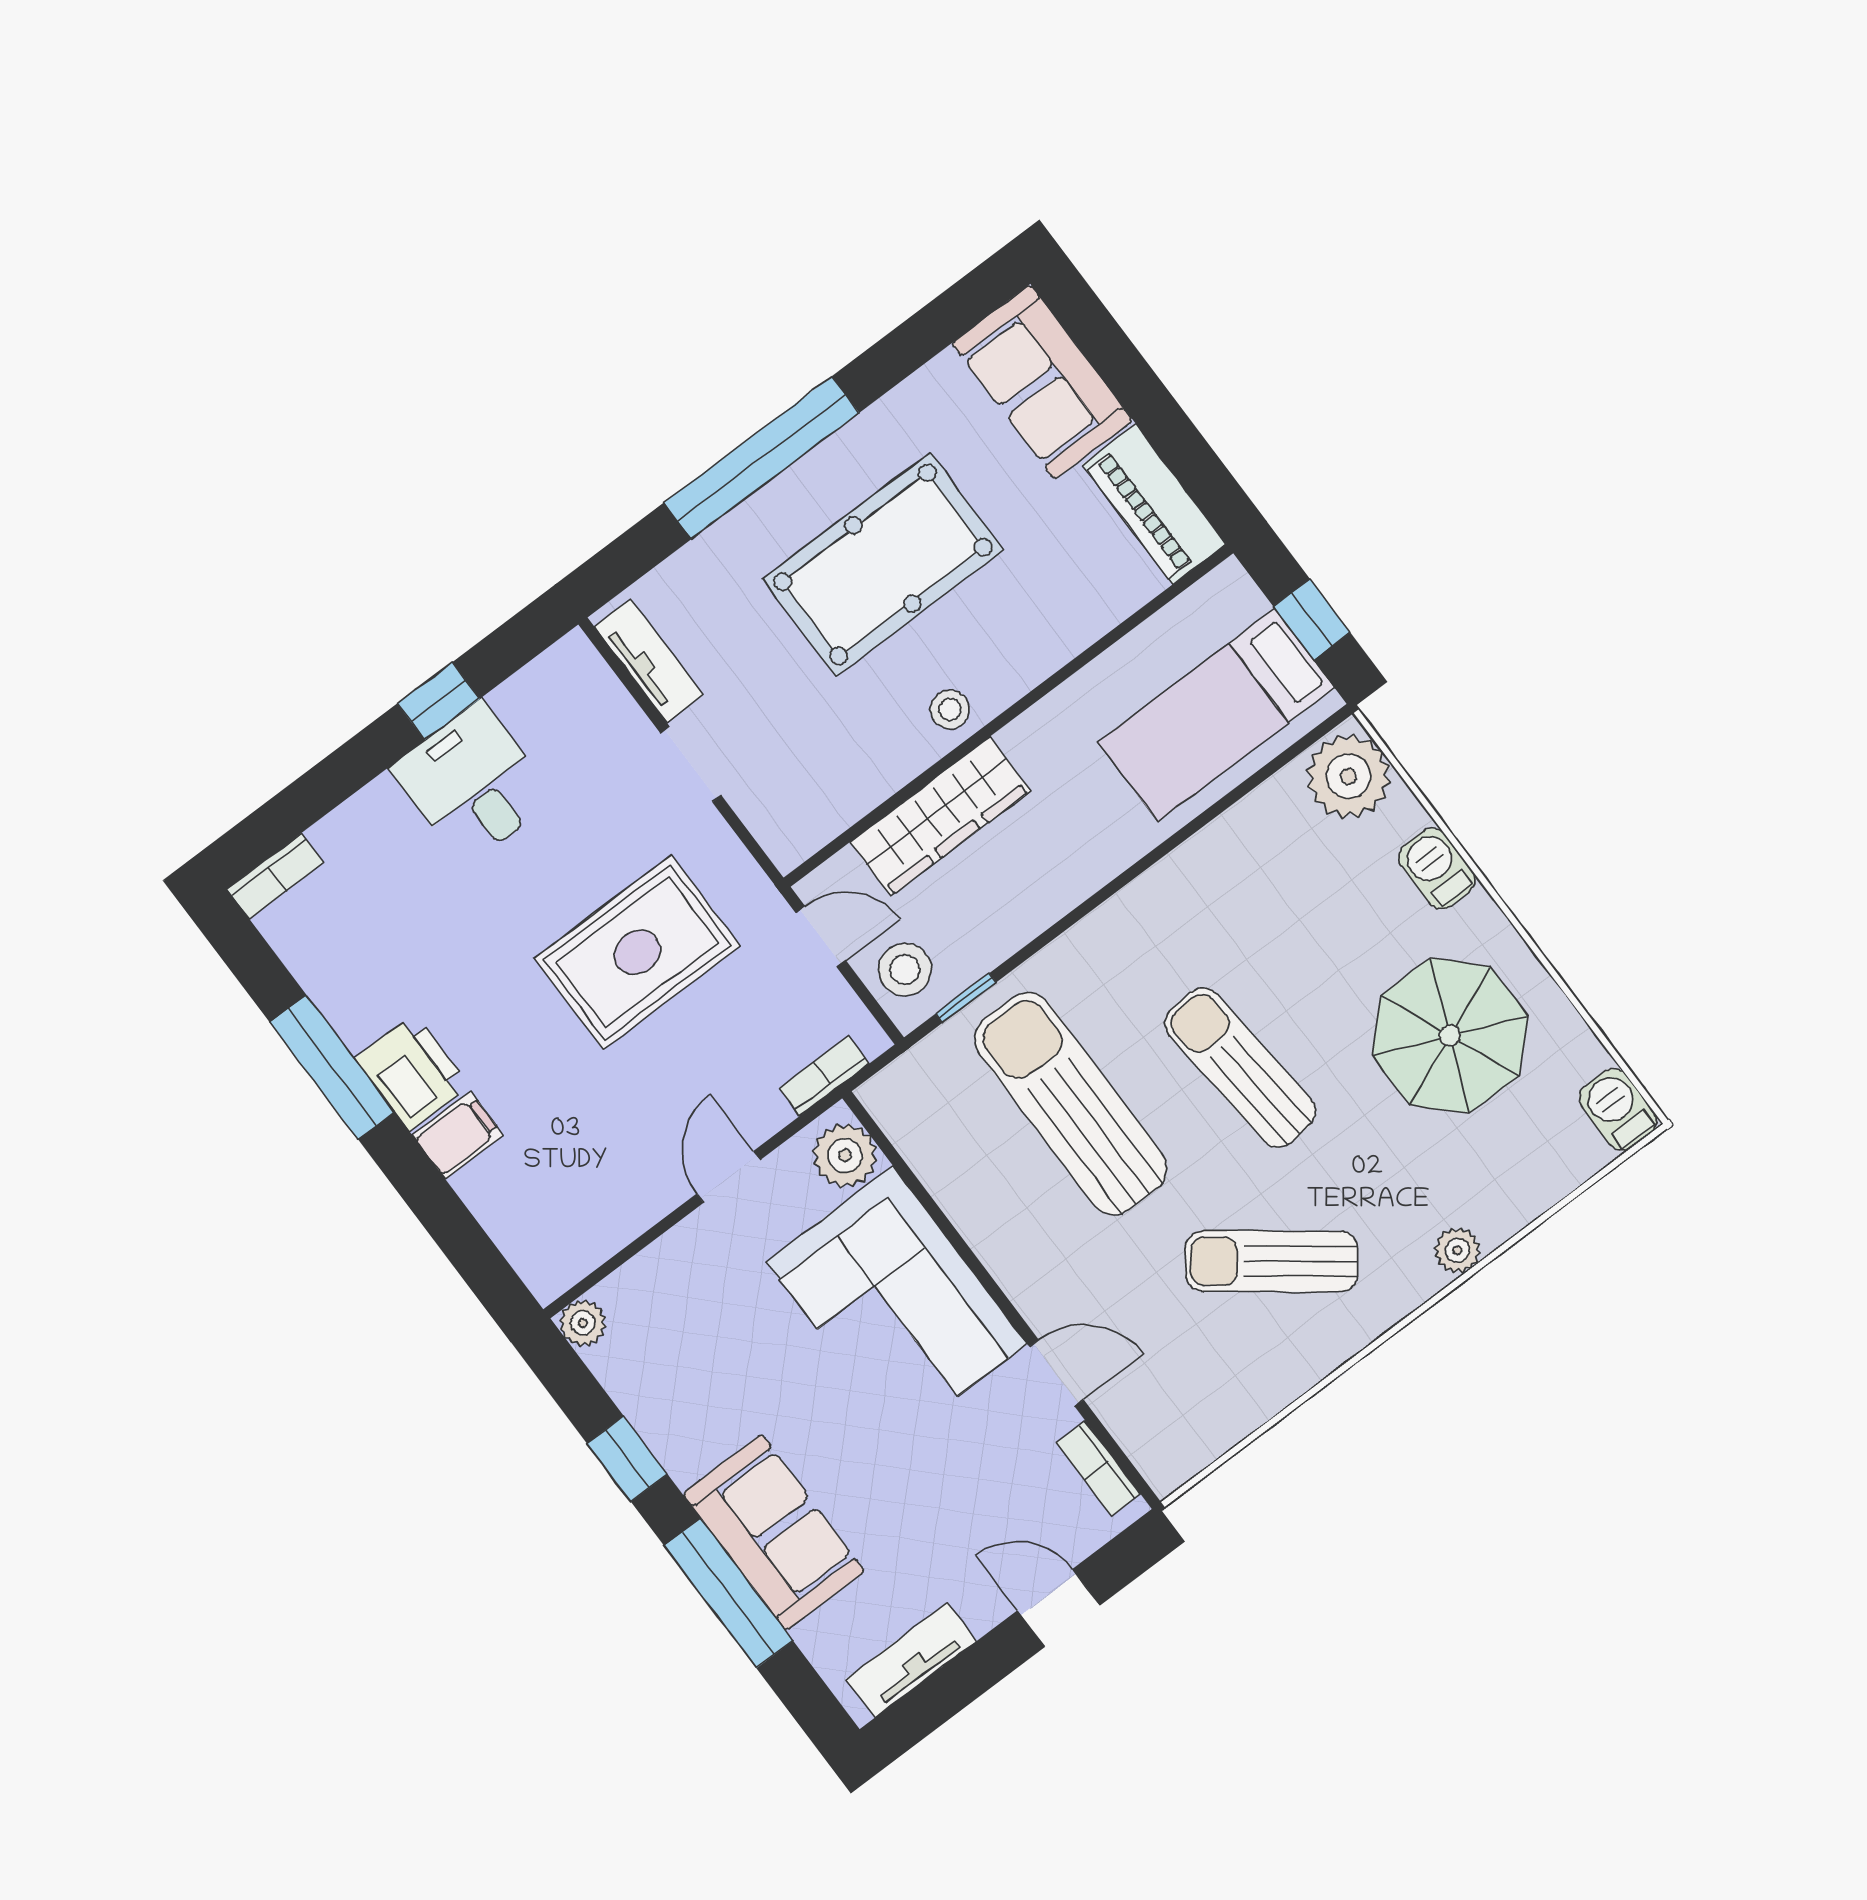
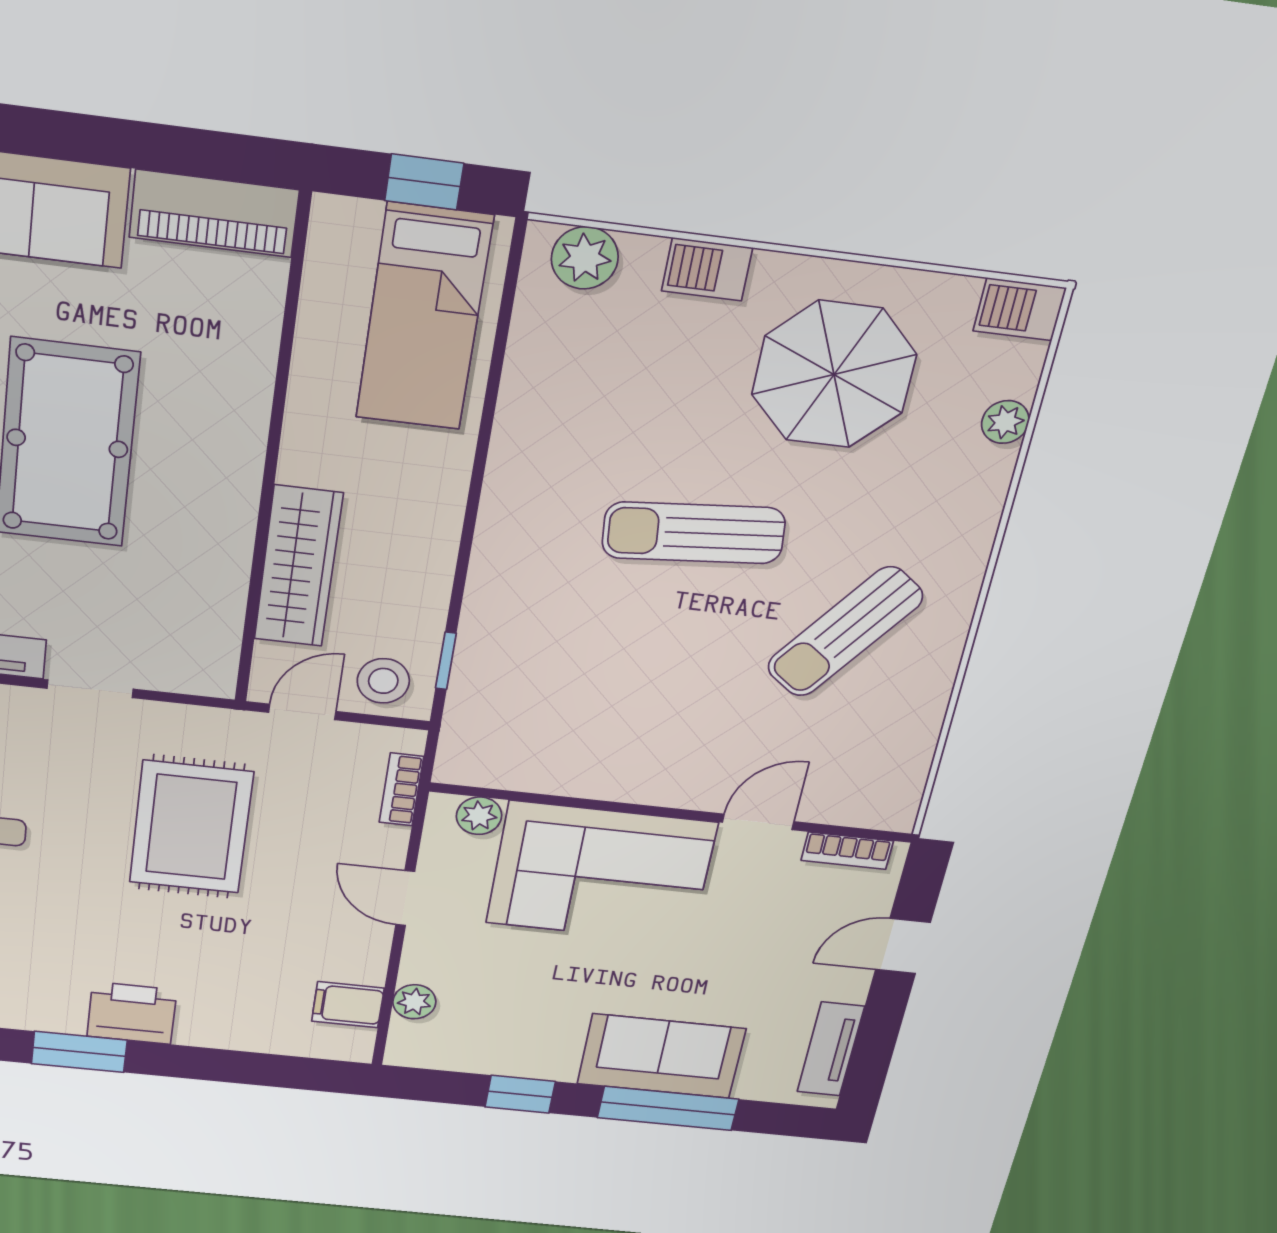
stool: (950, 710) -> (226, 493), removed
plant: (1348, 776) -> (585, 258), width x0.73, depth x0.73
window: (332, 1067) -> (79, 1052), width x0.69
sun lounger: (1071, 1104) -> (593, 660), removed
filing cabinet: (458, 1135) -> (348, 1005), moved, turned -90
plant: (845, 1156) -> (479, 816), width x0.73, depth x0.73
plant: (1457, 1250) -> (1005, 422), moved
plant: (583, 1323) -> (414, 1002), moved

